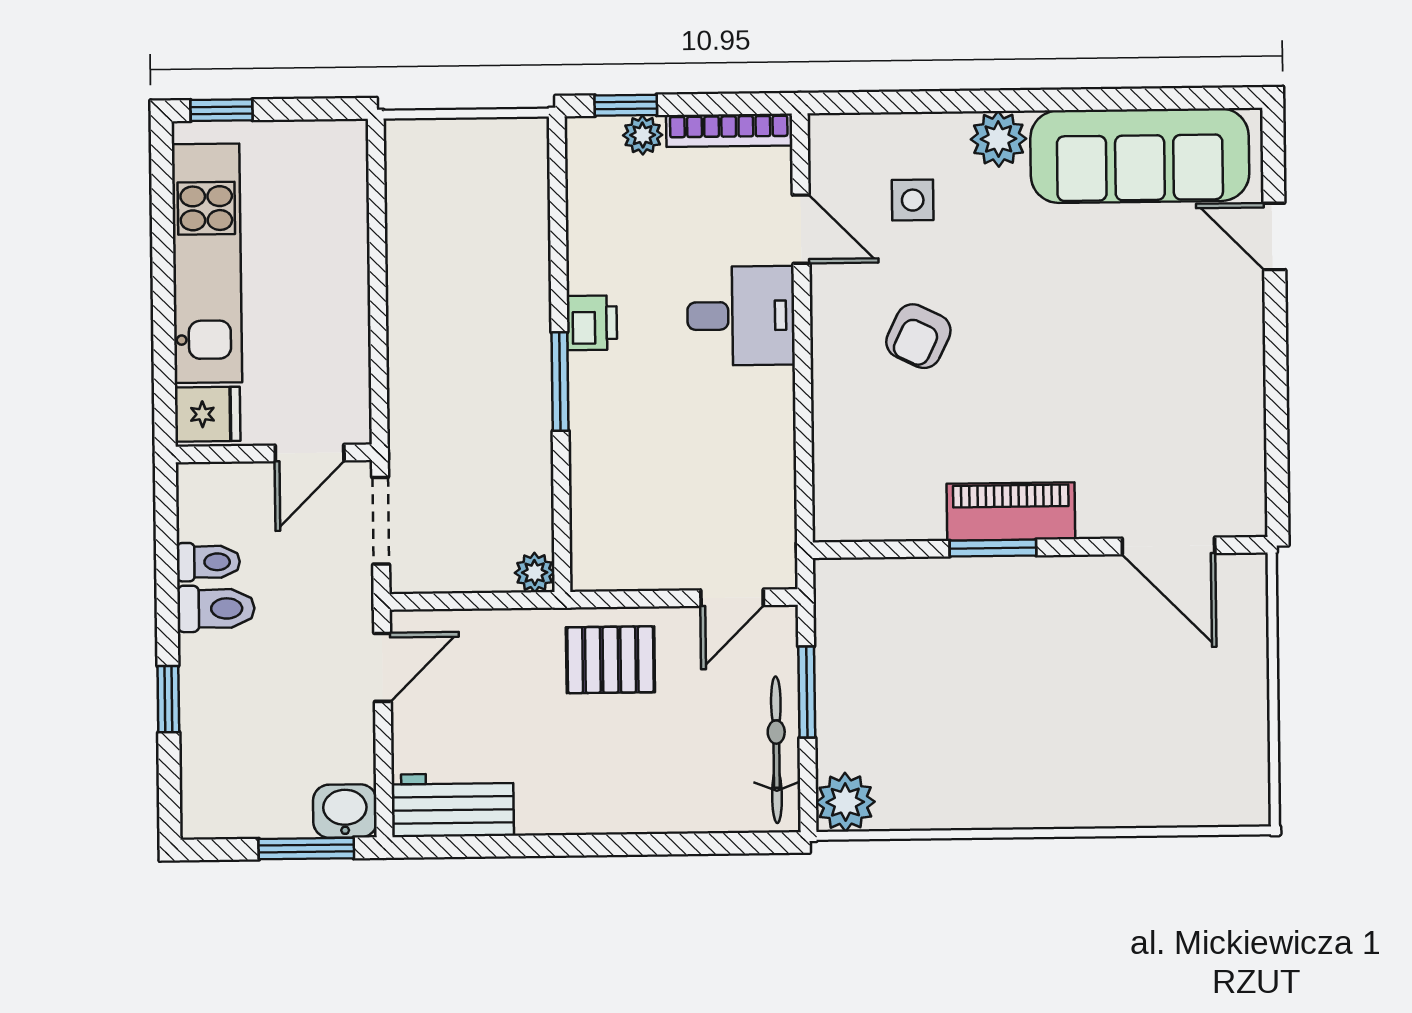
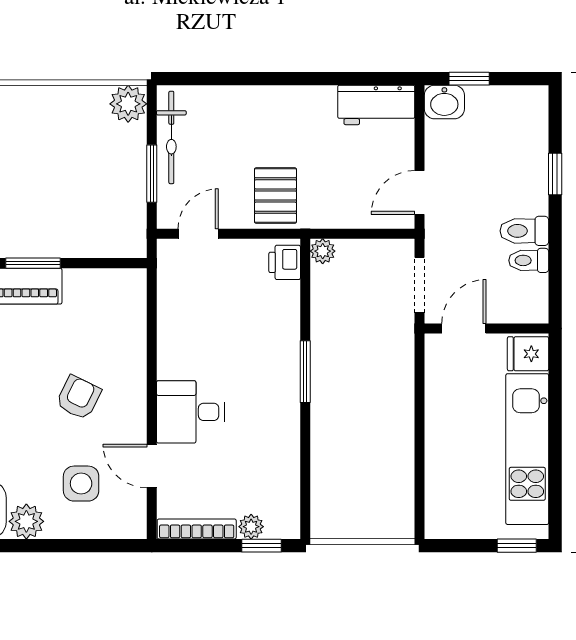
side table: (913, 200) -> (81, 484), width x1.37, depth x1.37
printer: (592, 323) -> (285, 262), moved
pallet: (610, 660) -> (275, 196), turned 90
window: (306, 849) -> (469, 79), width x0.67

